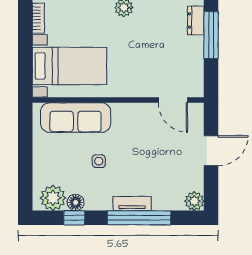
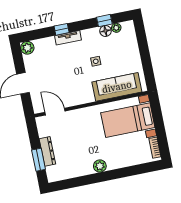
dresser: (196, 20) -> (47, 151), moved, width x1.44
window: (211, 35) -> (39, 160), width x0.69
plant: (53, 198) -> (116, 28), width x0.53, depth x0.53
window: (139, 218) -> (62, 29), width x0.32

